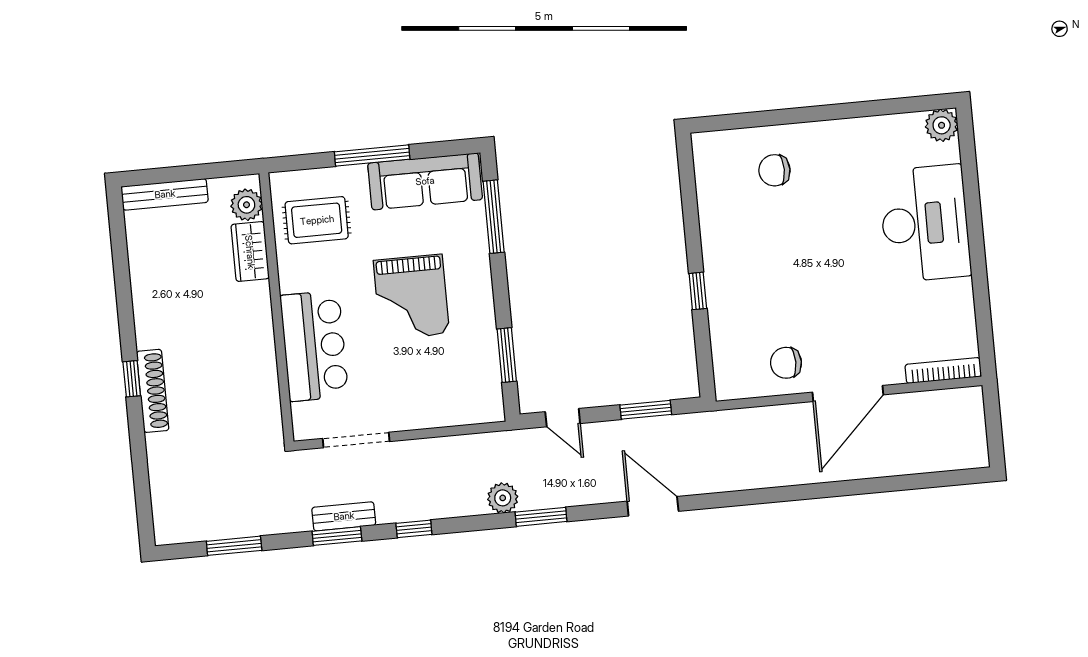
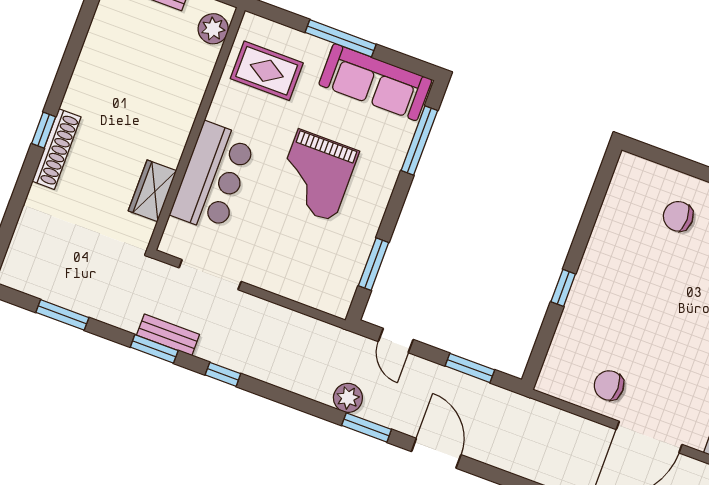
wardrobe: (250, 252) -> (152, 191), moved
plant: (503, 498) -> (348, 398), moved
window: (541, 517) -> (367, 427), moved

